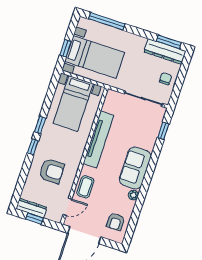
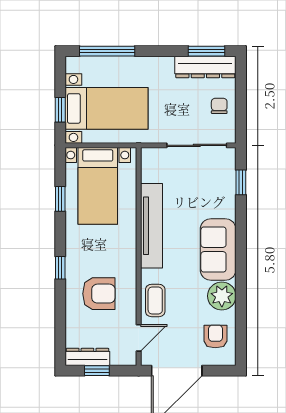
window: (40, 125) -> (60, 199), moved
plant: (133, 195) -> (222, 296), width x1.88, depth x1.88
armchair: (116, 222) -> (215, 336), turned 180

